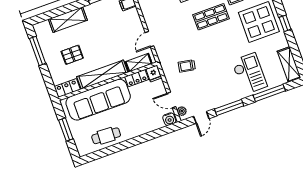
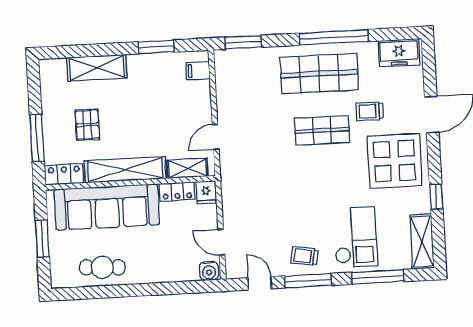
window: (285, 23) -> (436, 197), moved
window: (38, 51) -> (37, 138), moved
pallet: (72, 55) -> (87, 125), turned 90
trolley: (187, 66) -> (304, 256), moved
plant: (182, 111) -> (232, 264), removed
door: (201, 117) -> (260, 283), swing flipped

